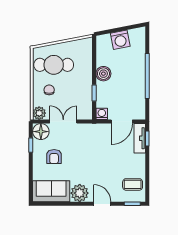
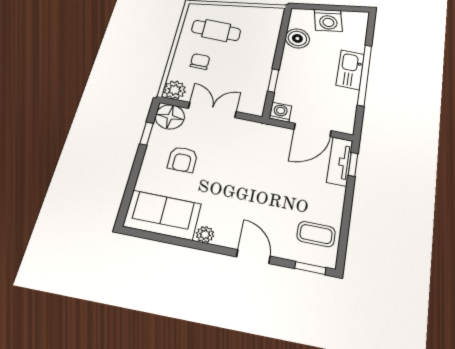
cafe table: (54, 65) -> (216, 30), width x0.73, depth x0.74
boiler: (103, 74) -> (297, 38), moved
kitchen sink: (138, 74) -> (350, 70), added
plant: (80, 193) -> (205, 234), width x0.53, depth x0.53

